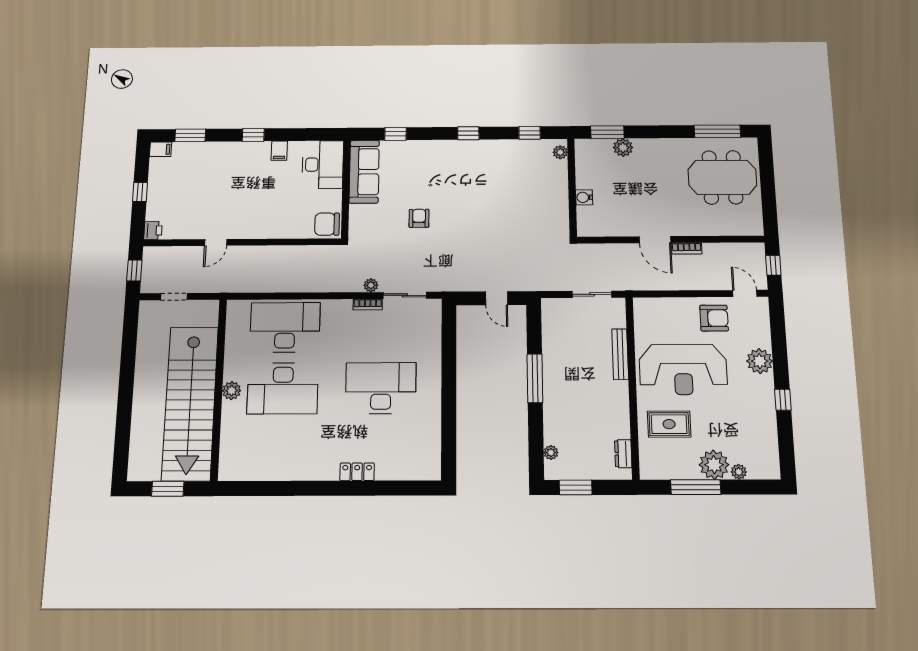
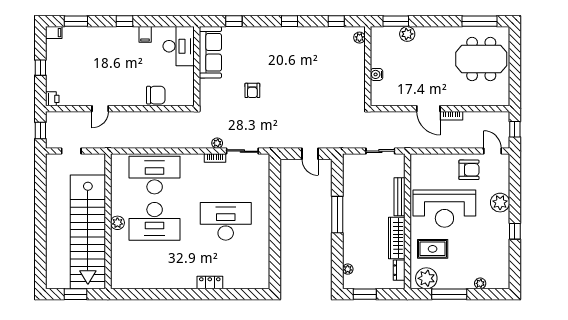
armchair: (419, 218) -> (252, 90), turned 180
chair: (327, 224) -> (156, 95), moved, turned 180
wardrobe: (618, 409) -> (397, 238), added
plant: (714, 465) -> (426, 278), moved

